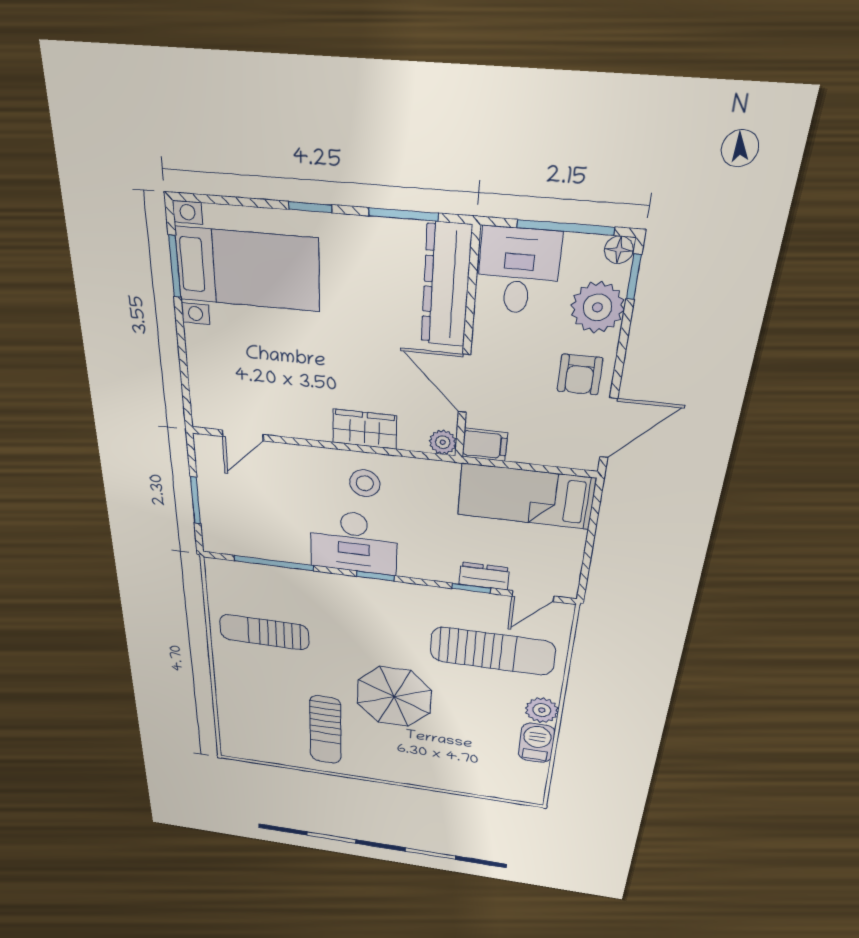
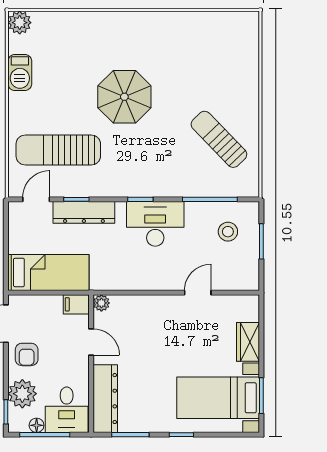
floor lamp: (619, 250) -> (37, 425), moved
armchair: (580, 375) -> (27, 354), turned 180
door: (464, 384) -> (91, 342), width x0.73
wardrobe: (365, 429) -> (248, 342), moved, turned 90
door: (243, 435) -> (198, 293), moved
stool: (365, 483) -> (228, 232), moved
dresser: (484, 576) -> (84, 212), width x1.96, depth x1.24
sun lounger: (264, 632) -> (219, 139), turned -134
plant: (542, 710) -> (20, 23), moved
sun lounger: (325, 730) -> (175, 55), removed

